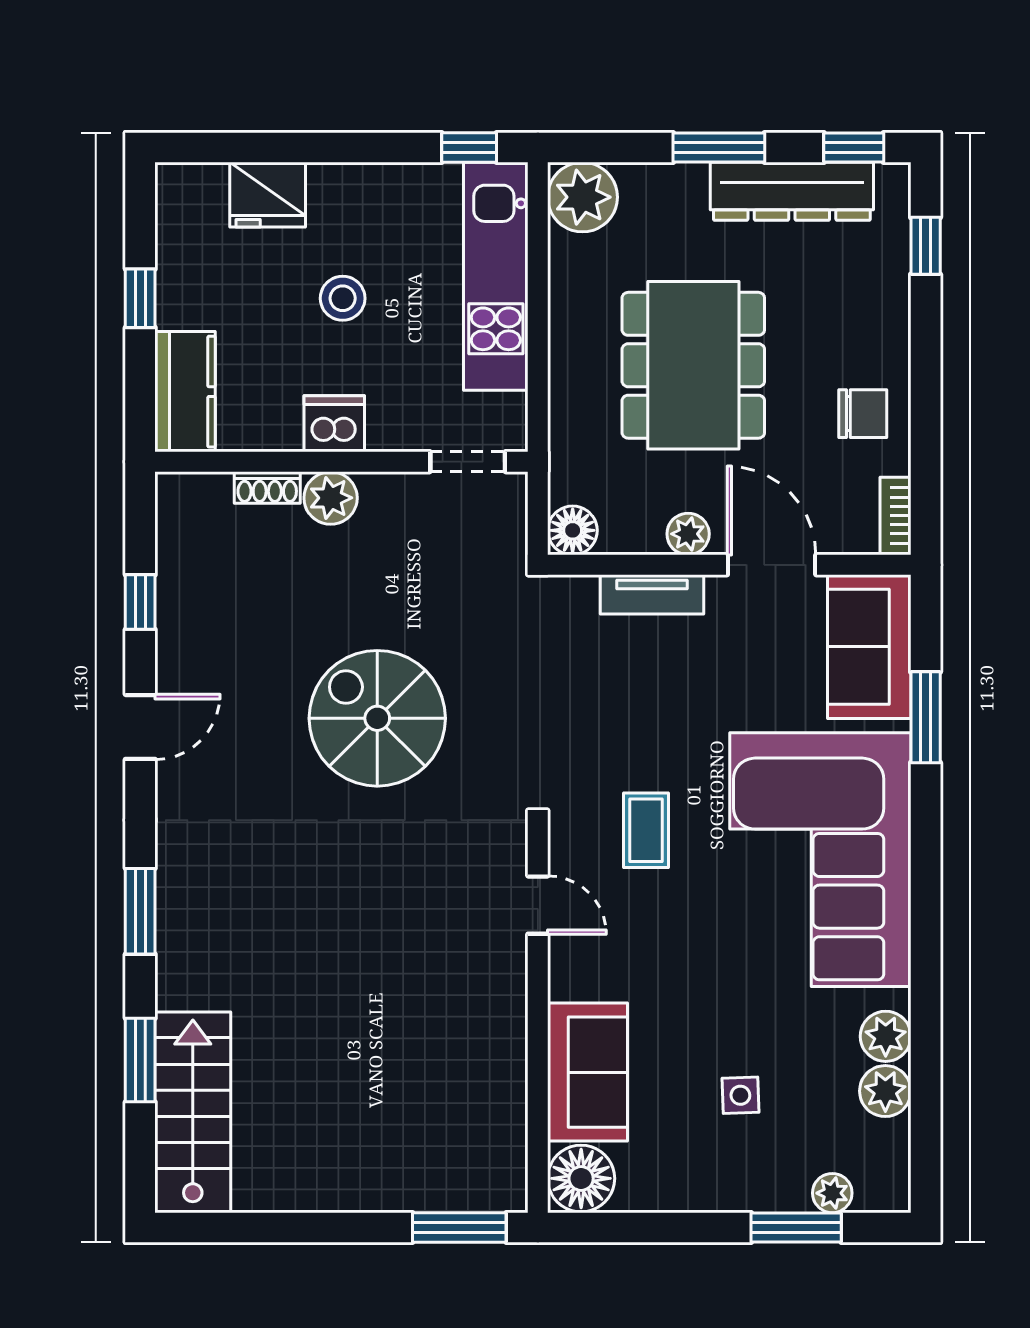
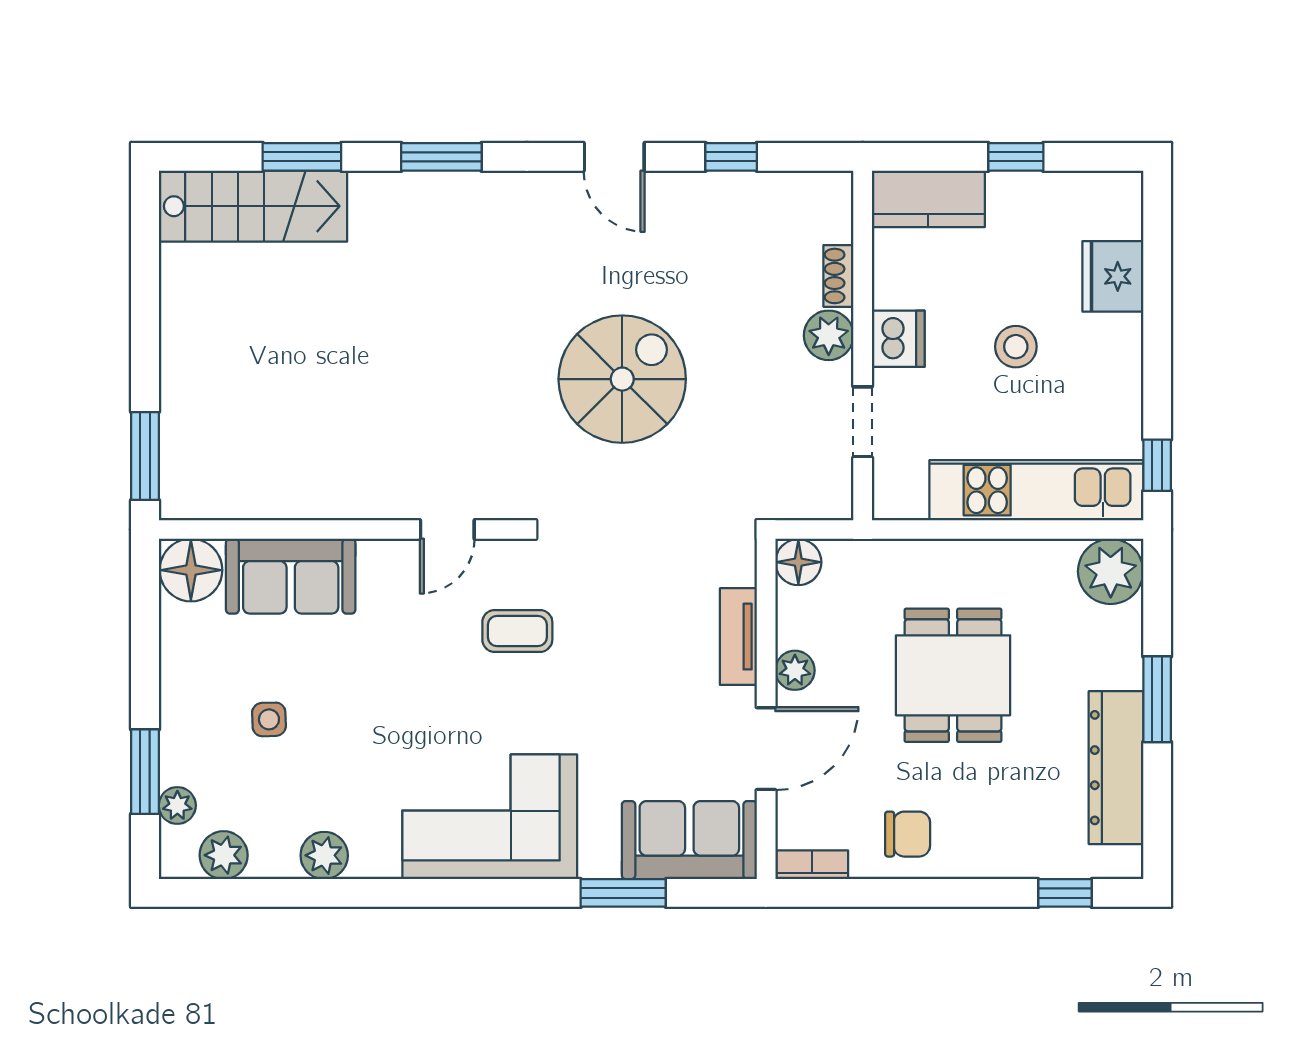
window: (854, 148) -> (1157, 826), removed
dining table: (693, 365) -> (953, 675), width x0.73
chair: (863, 414) -> (908, 834), turned -90
doorway: (468, 462) -> (863, 422), moved
corner sofa: (820, 860) -> (490, 817), width x0.73, depth x0.74
plant: (885, 1091) -> (224, 855), moved

